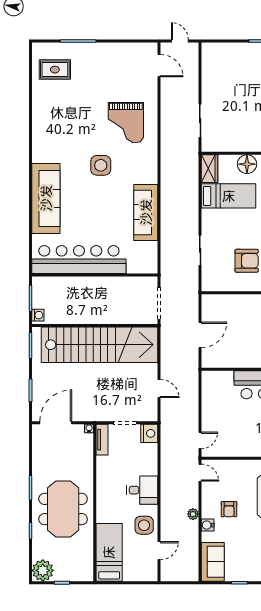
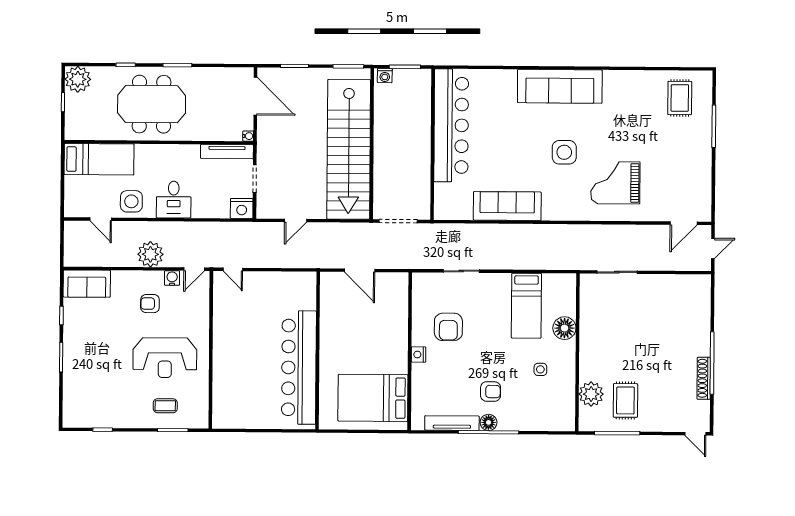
wardrobe: (210, 169) -> (559, 283), removed
sofa: (46, 198) -> (560, 86), moved
tv unit: (102, 440) -> (227, 152), width x1.41
plant: (193, 514) -> (150, 254), width x1.87, depth x1.87
water cooler: (208, 525) -> (172, 278), moved

